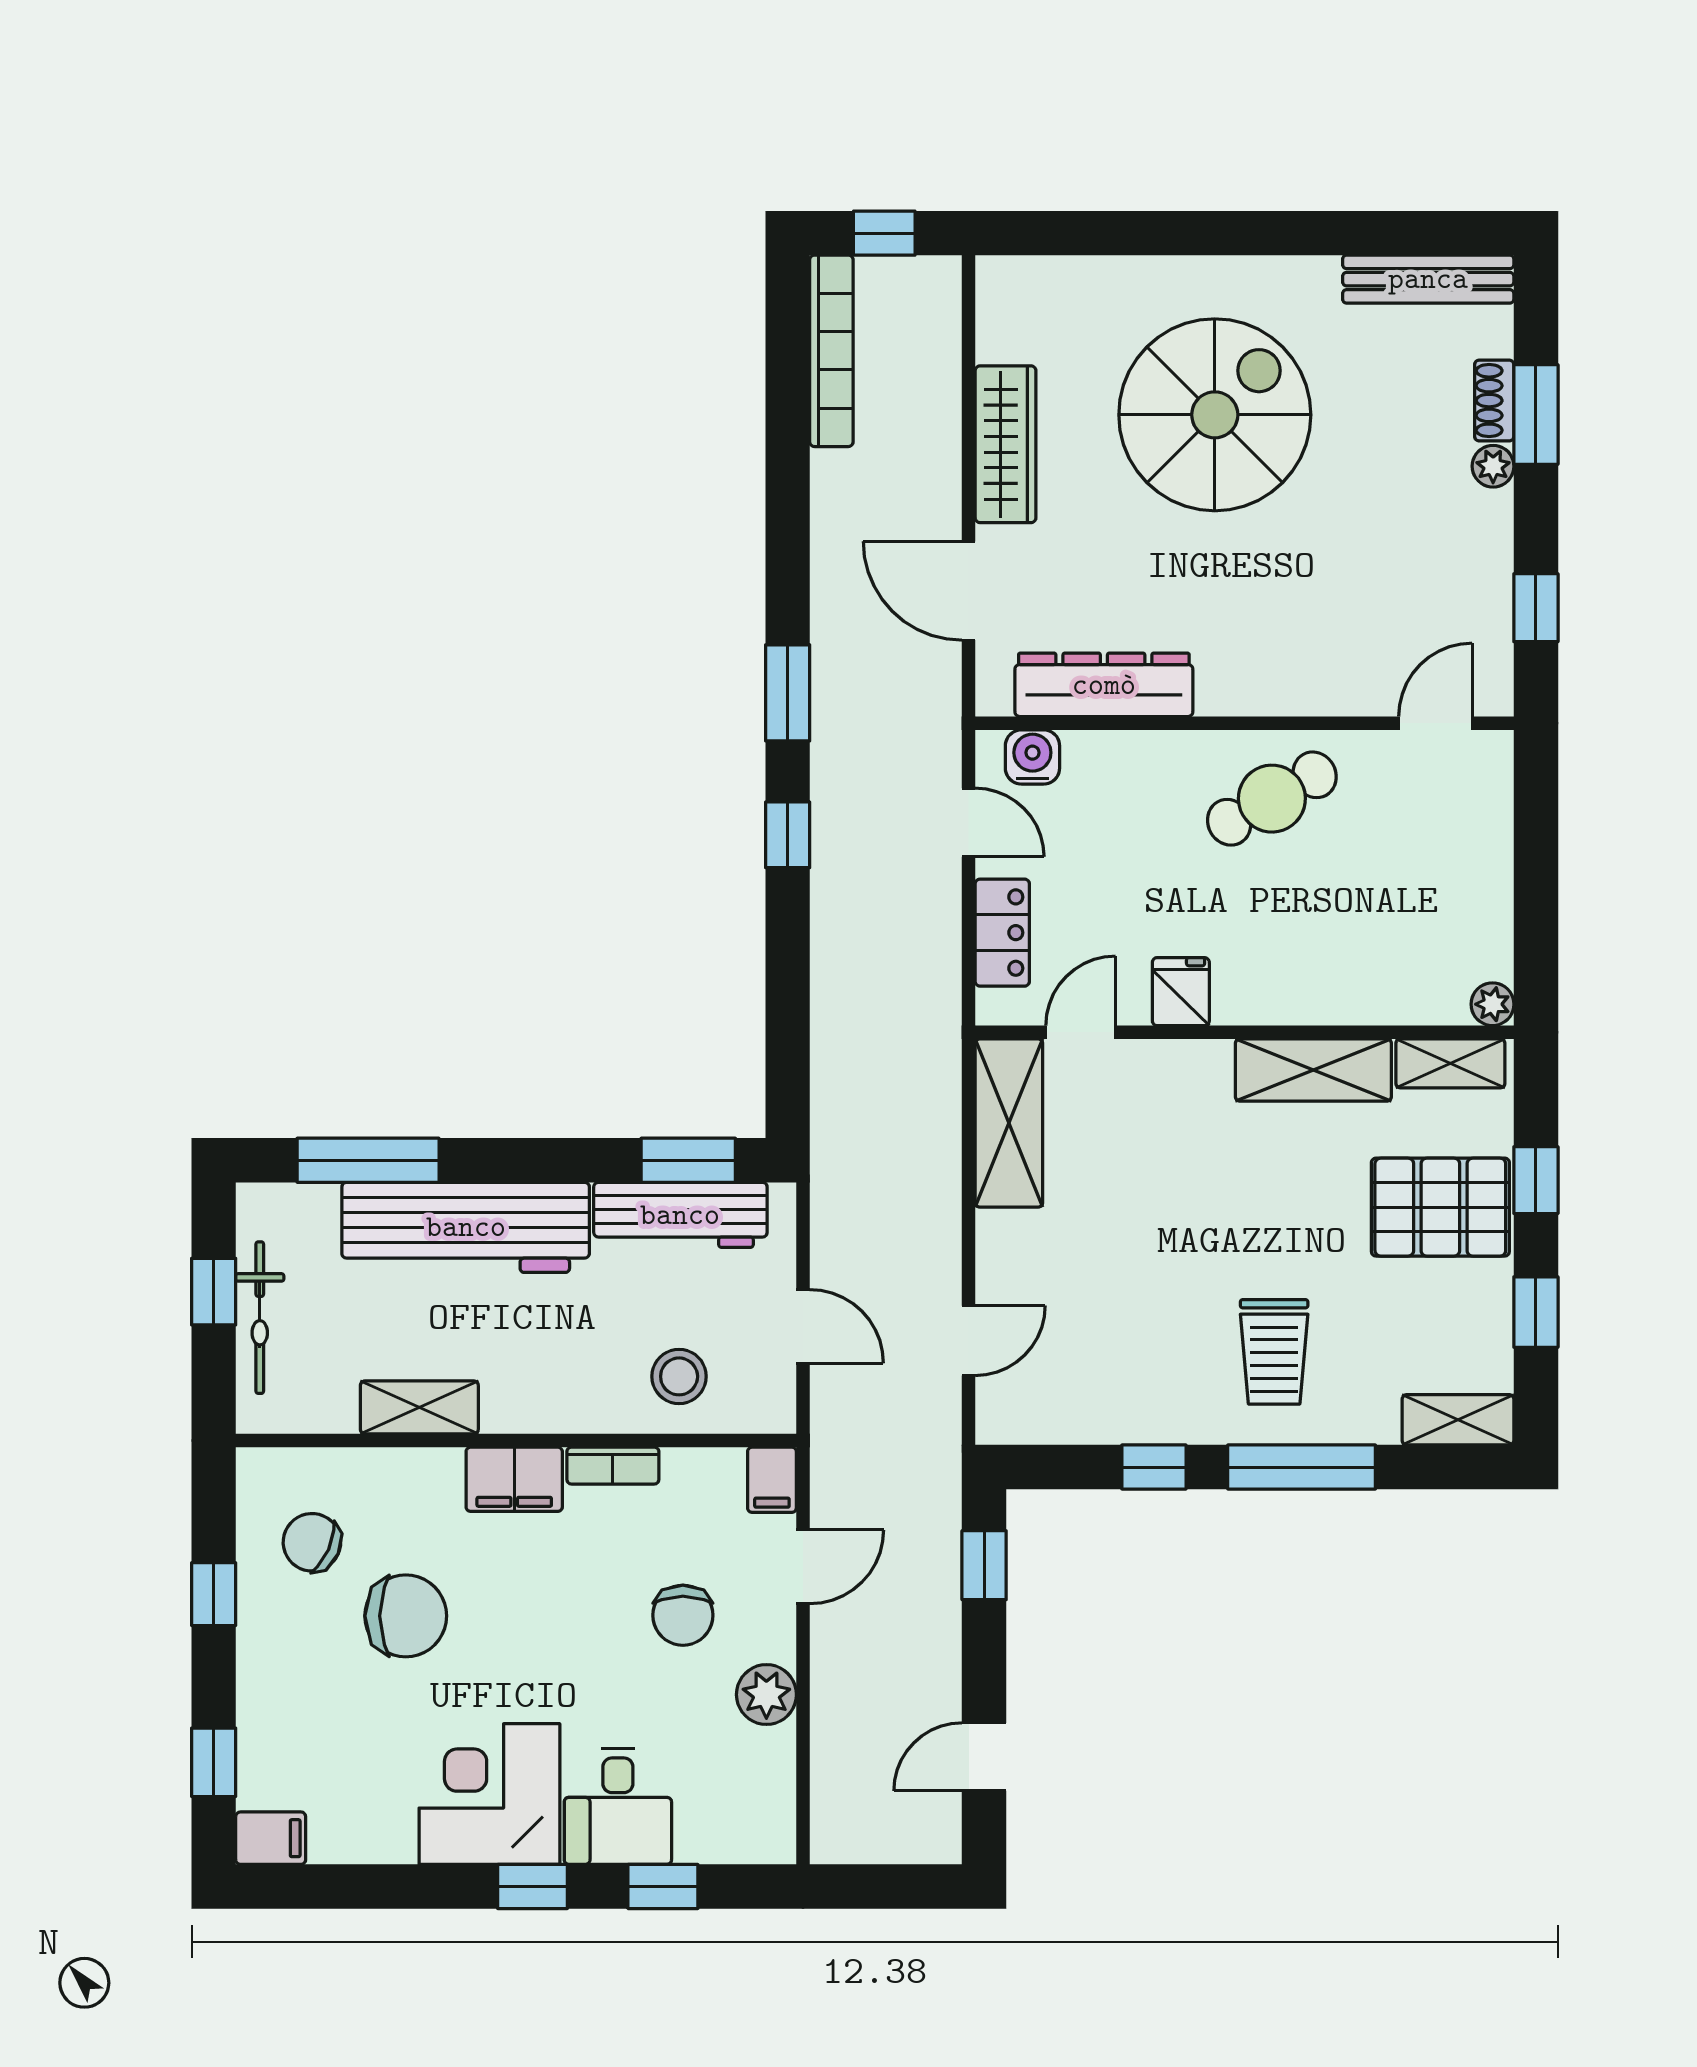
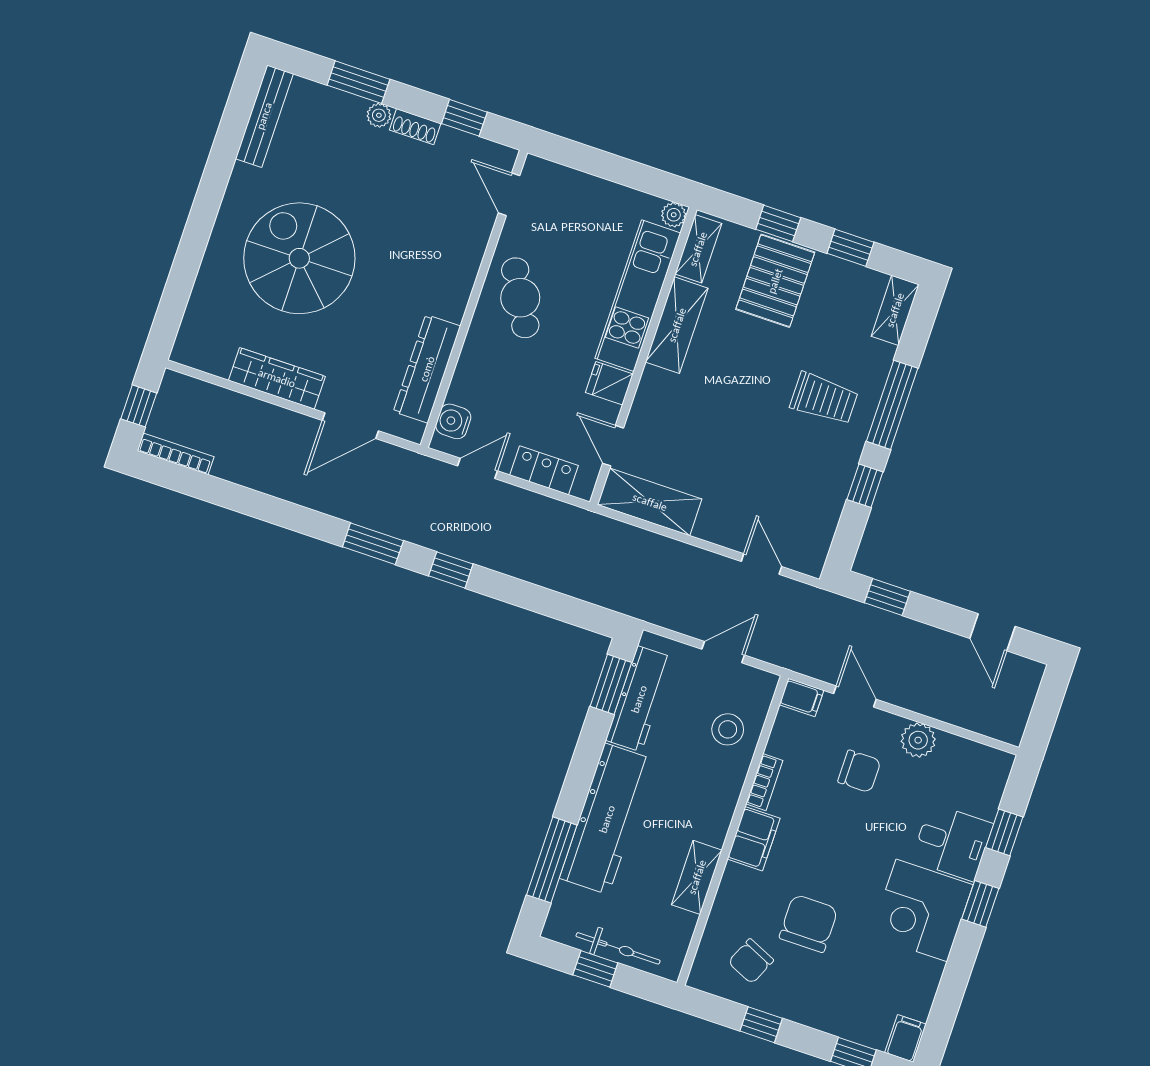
bookcase: (831, 351) -> (176, 454), width x0.68, depth x0.76
shoe rack: (1494, 401) -> (415, 127), moved
kitchen unit: (1340, 990) -> (638, 296), added

